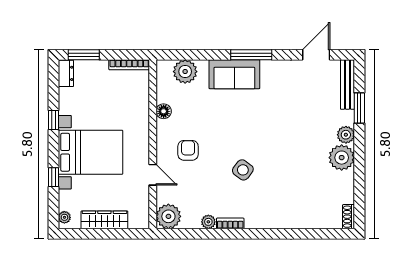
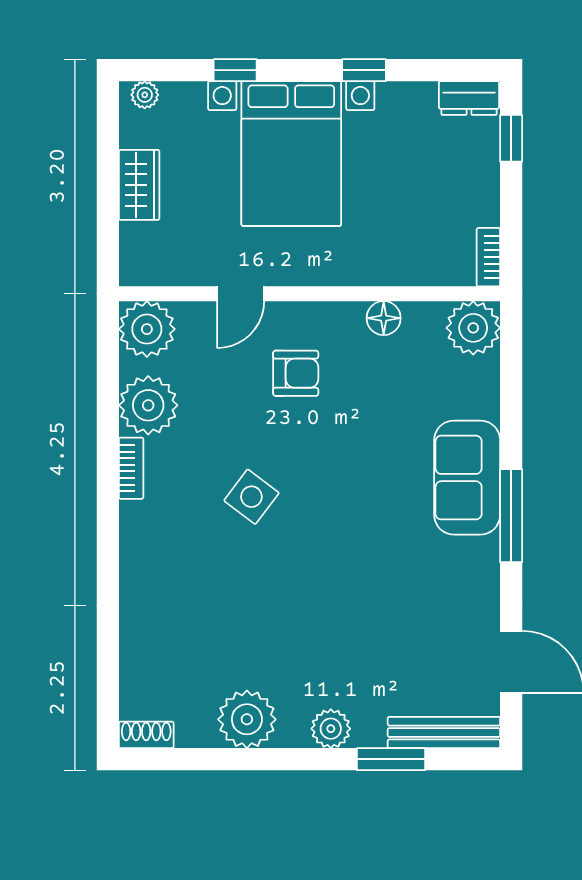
window: (84, 55) -> (511, 138), width x0.67
bookcase: (129, 65) -> (488, 257), width x0.64
plant: (185, 72) -> (473, 328), moved
plant: (342, 158) -> (247, 719), moved
wardrobe: (104, 220) -> (139, 185), width x0.67
plant: (208, 222) -> (148, 405), width x1.87, depth x1.87

